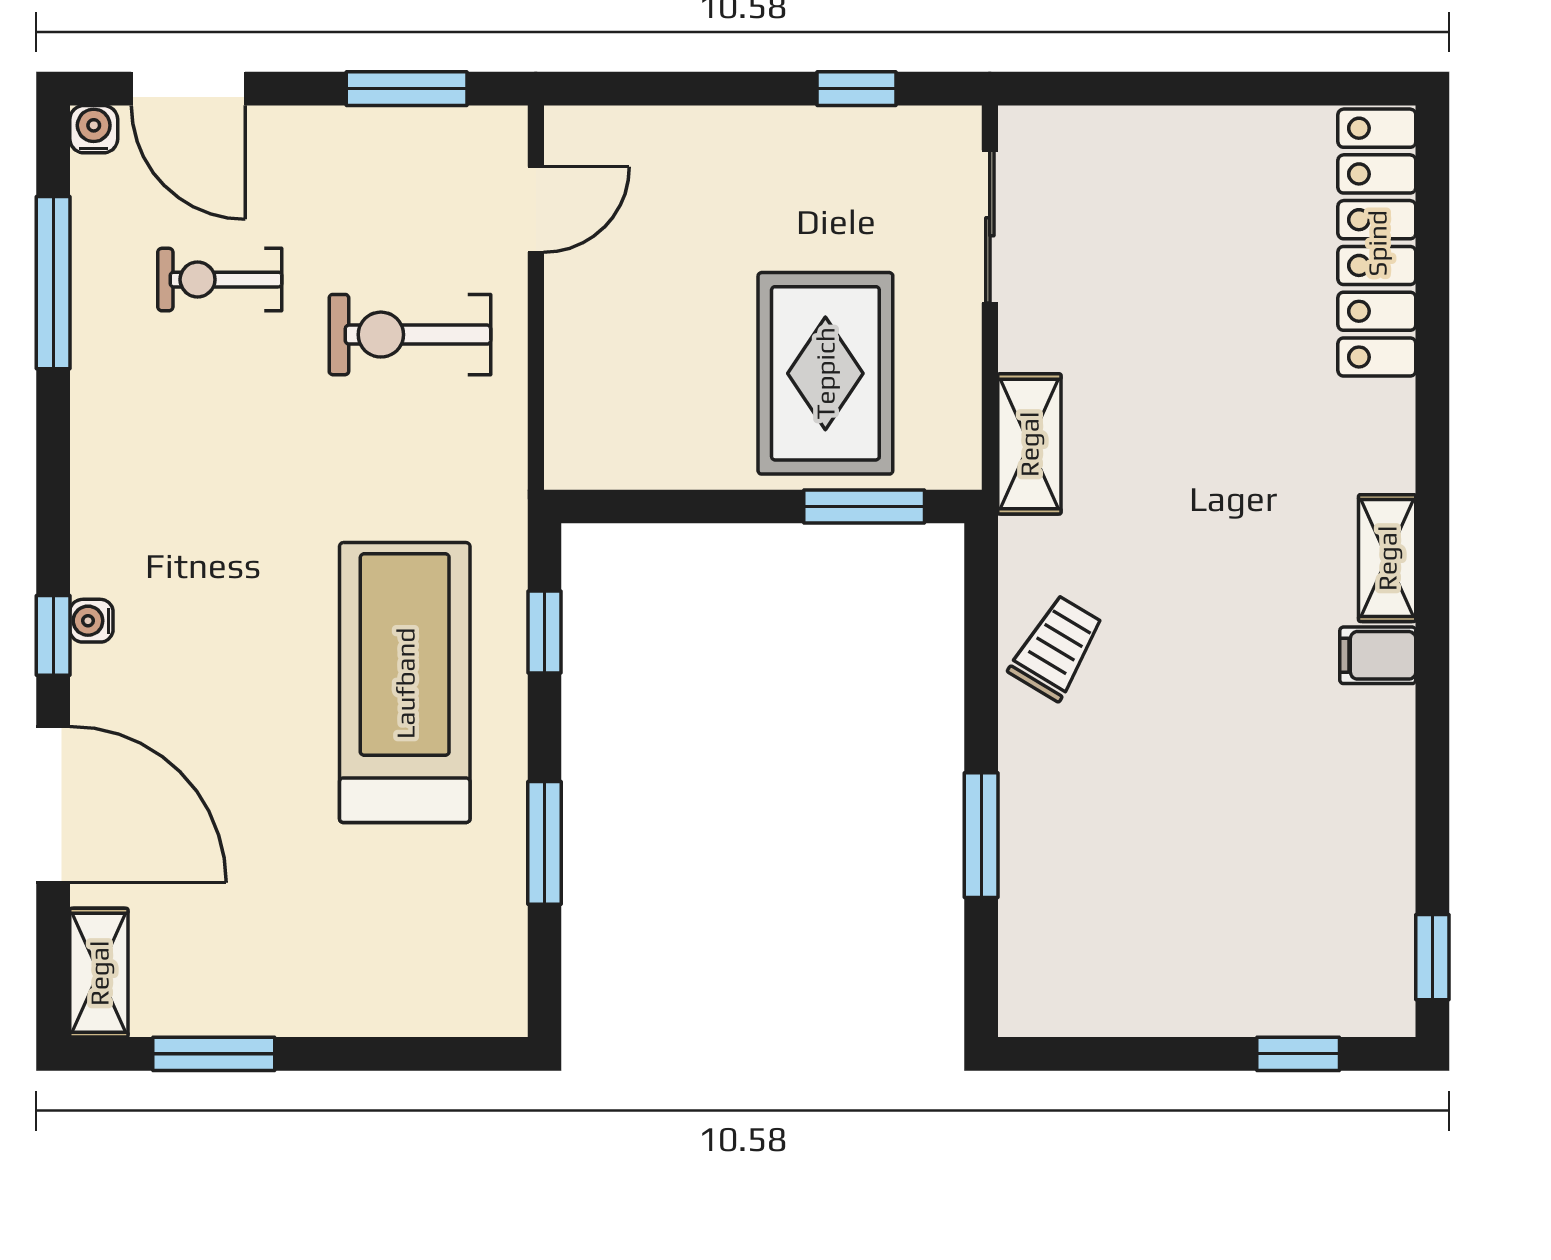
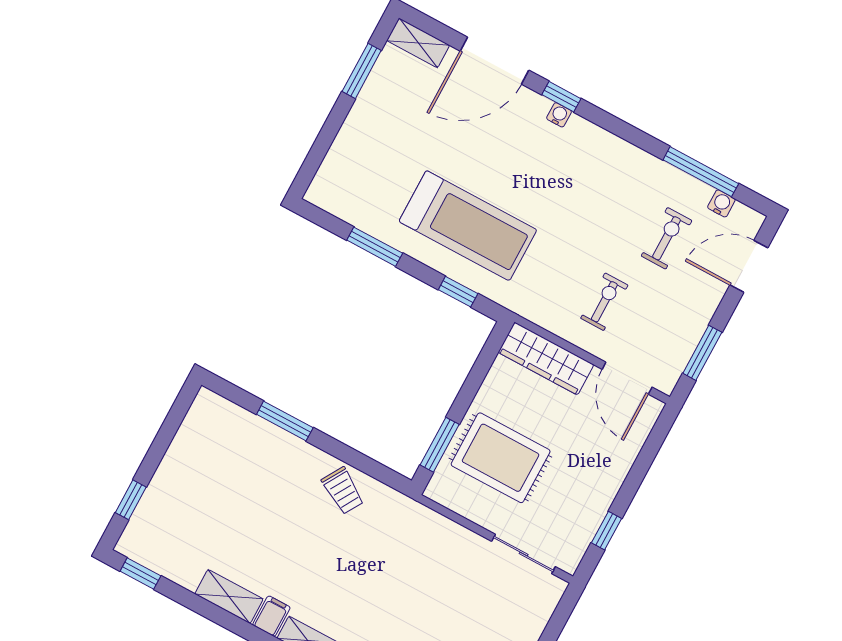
water cooler: (94, 129) -> (721, 203), moved, turned -90
door: (536, 209) -> (627, 378), width x1.38
exercise bike: (410, 335) -> (604, 302), width x0.73, depth x0.72
wardrobe: (583, 389) -> (546, 358), added
shelving: (1029, 444) -> (229, 597), moved

